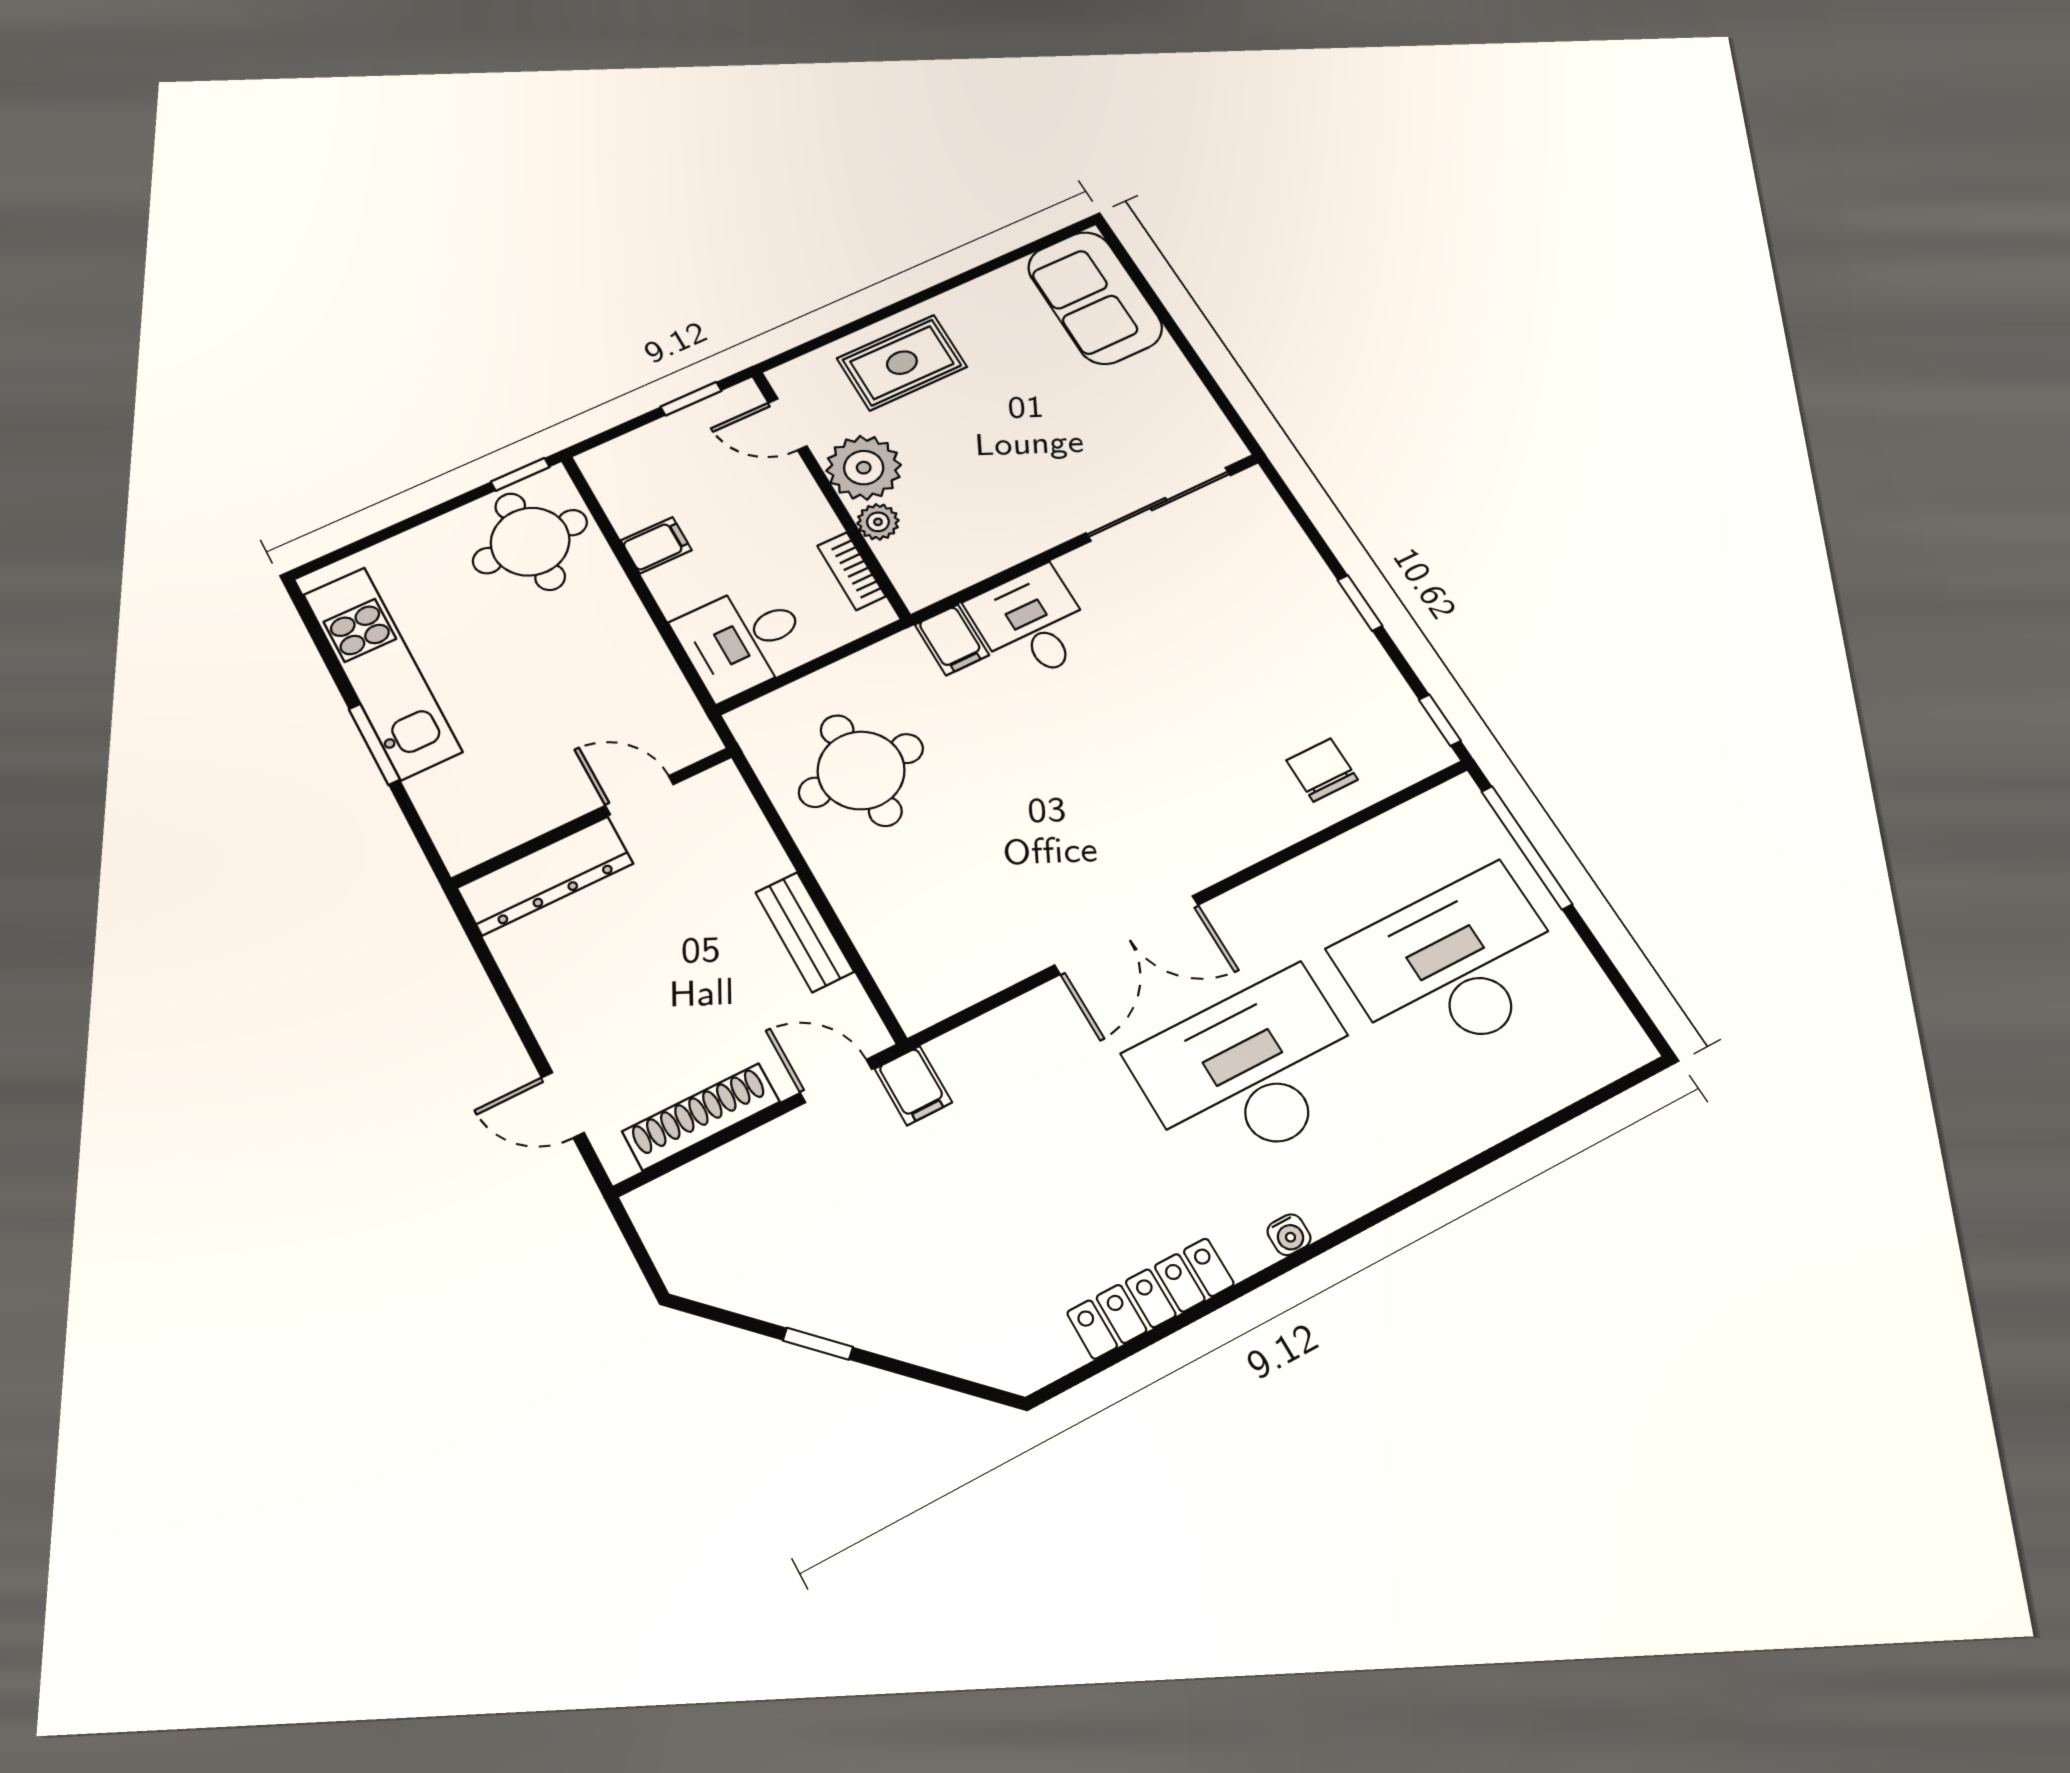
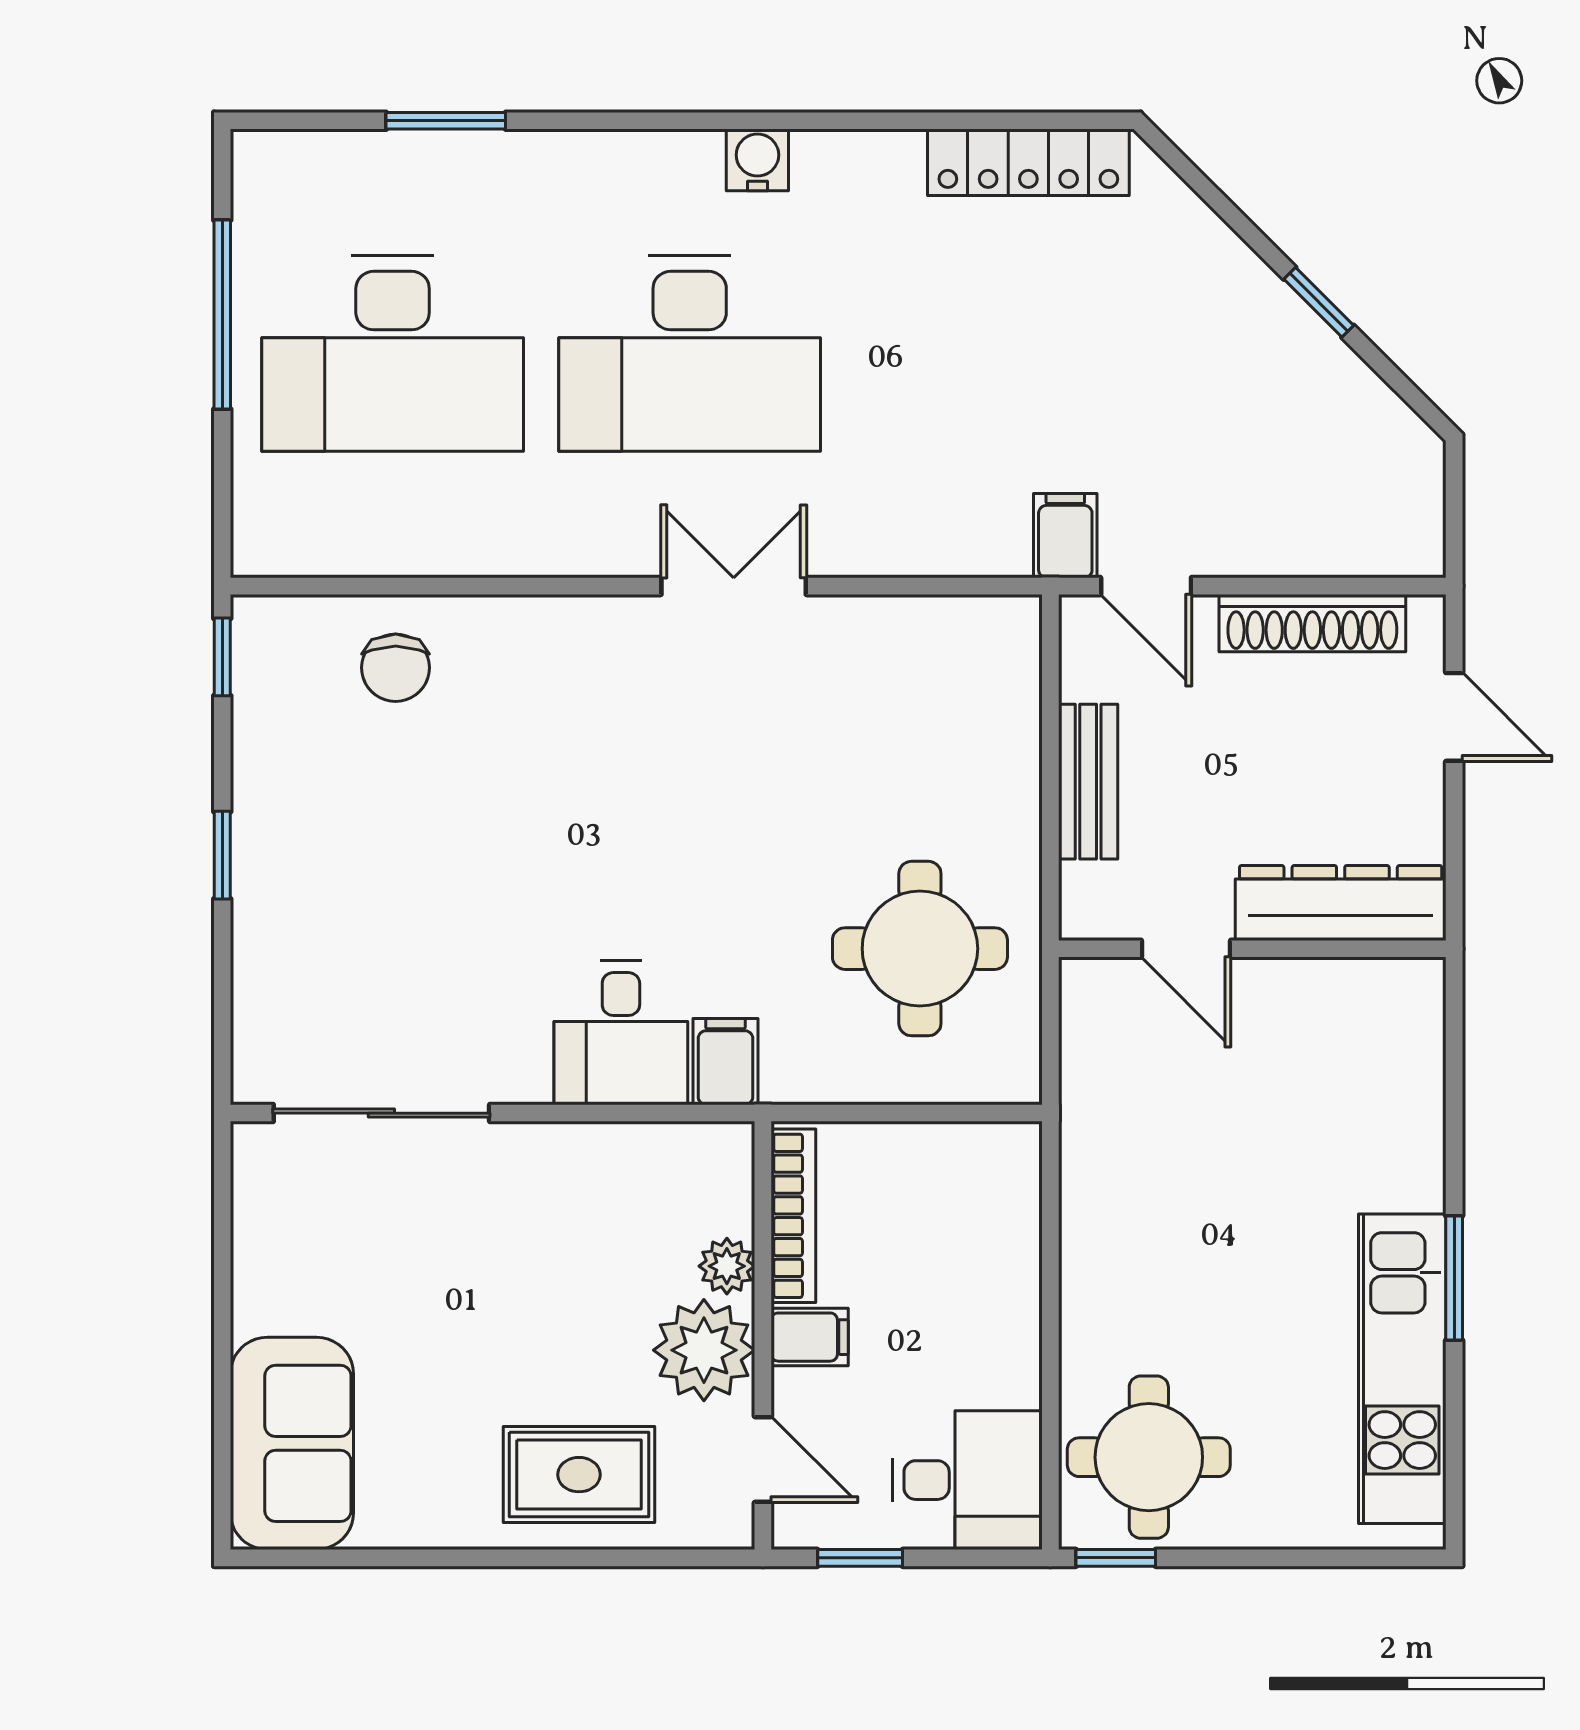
filing cabinet: (656, 545) -> (810, 1337), moved, turned 180
bookcase: (851, 571) -> (793, 1216), width x1.56
desk: (743, 640) -> (967, 1480), moved
door: (640, 795) -> (1186, 949), moved
wall: (593, 817) -> (1252, 949), moved
window: (1527, 847) -> (222, 315), moved
dresser: (545, 876) -> (1341, 903), moved
double door: (1127, 935) -> (734, 586), width x0.73
window: (1519, 1140) -> (446, 121), added
water cooler: (1289, 1235) -> (757, 160), width x1.38, depth x1.38
locker: (1151, 1298) -> (1028, 162), moved

